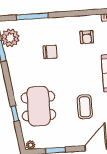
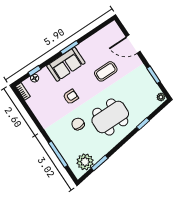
armchair: (87, 37) -> (71, 97), moved
dining table: (38, 106) -> (110, 117), moved

